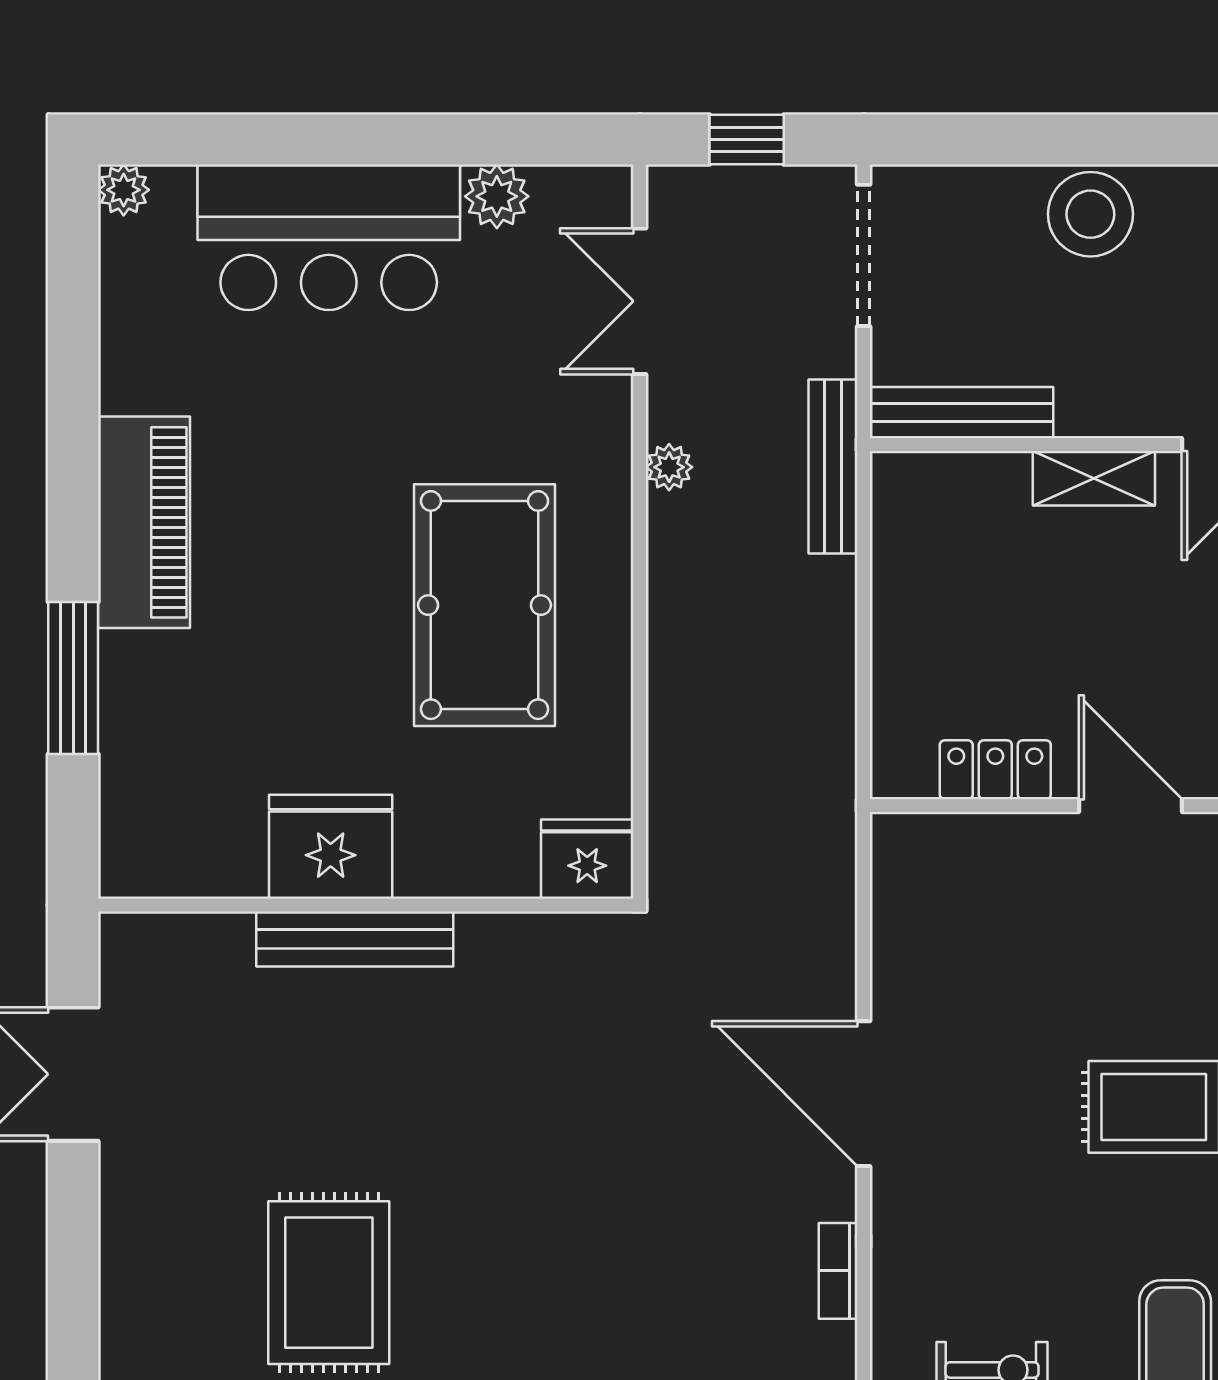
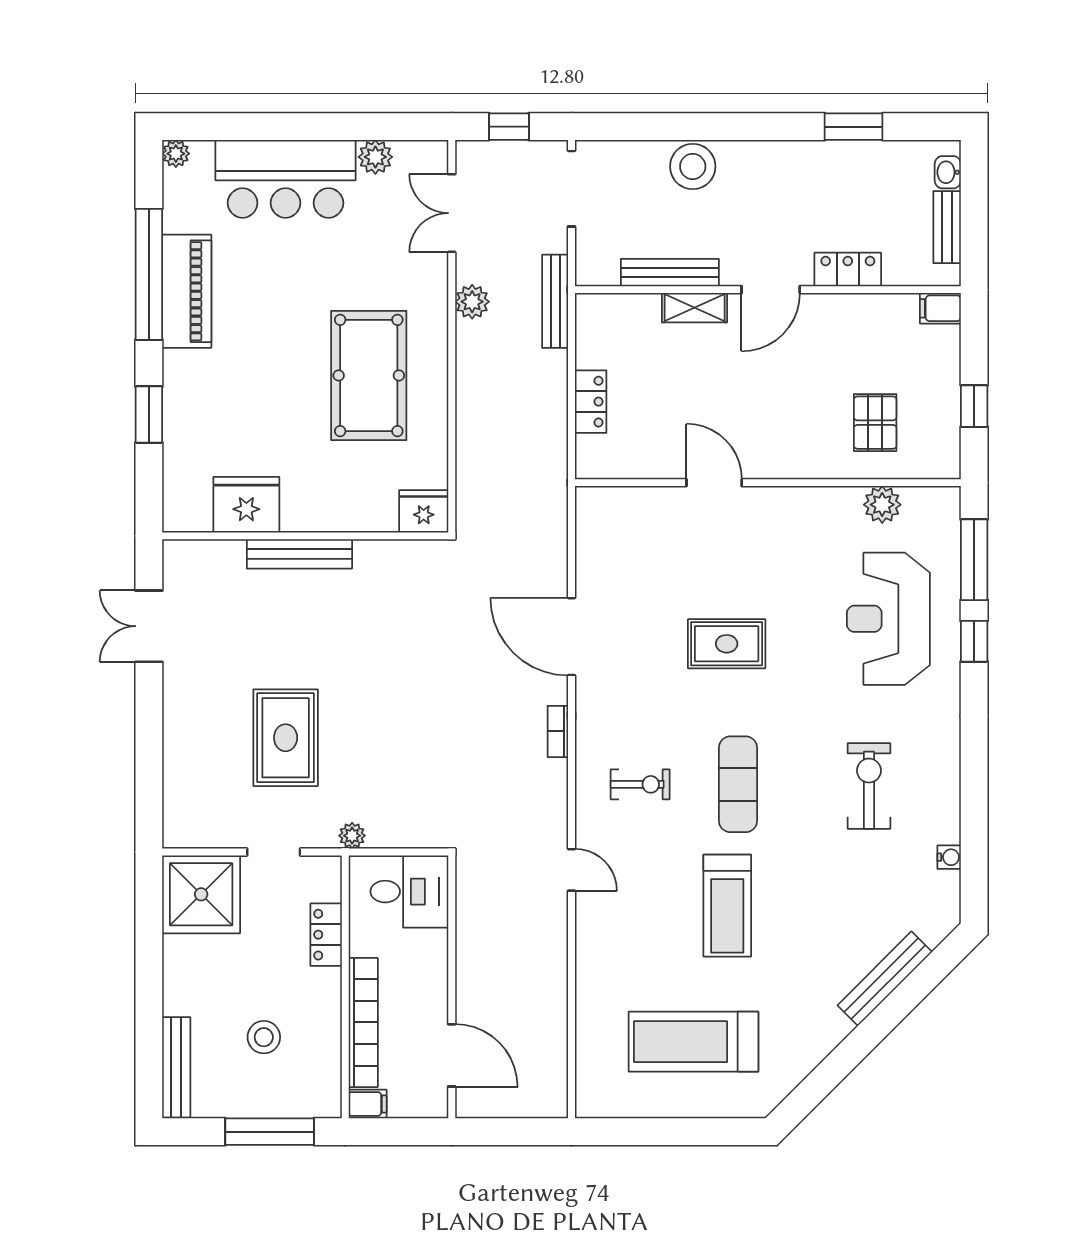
bench: (962, 413) -> (670, 273), moved
window: (73, 416) -> (149, 274), added
plant: (669, 467) -> (472, 302), width x1.38, depth x1.38
piano: (144, 522) -> (187, 291), moved
window: (73, 678) -> (149, 415), width x0.69
locker: (995, 770) -> (591, 402), moved, turned 90
fridge: (331, 847) -> (246, 505), moved

